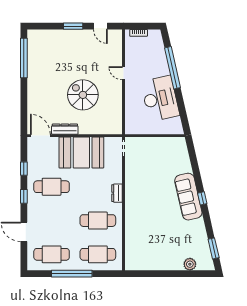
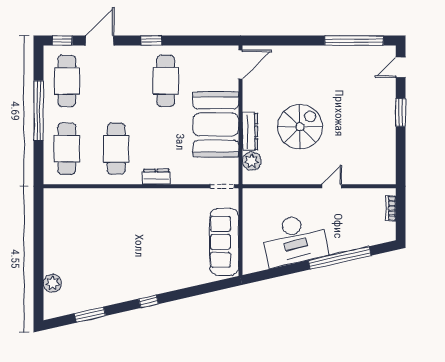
door: (100, 26) -> (401, 67), moved
plant: (106, 128) -> (252, 161), added
dresser: (65, 129) -> (250, 131), moved
window: (24, 169) -> (62, 40), moved
sofa: (188, 197) -> (224, 242), moved, turned -77
window: (214, 248) -> (90, 315), moved

